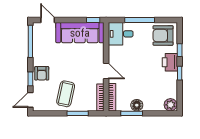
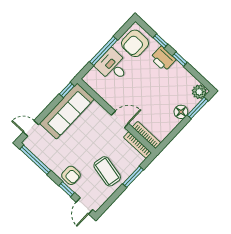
desk: (121, 34) -> (113, 66), moved, turned 90
floor lamp: (137, 105) -> (181, 112), moved
window: (132, 113) -> (198, 108), moved

